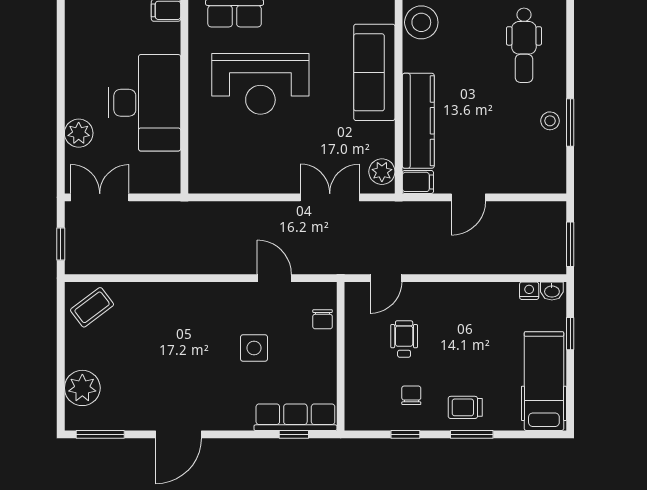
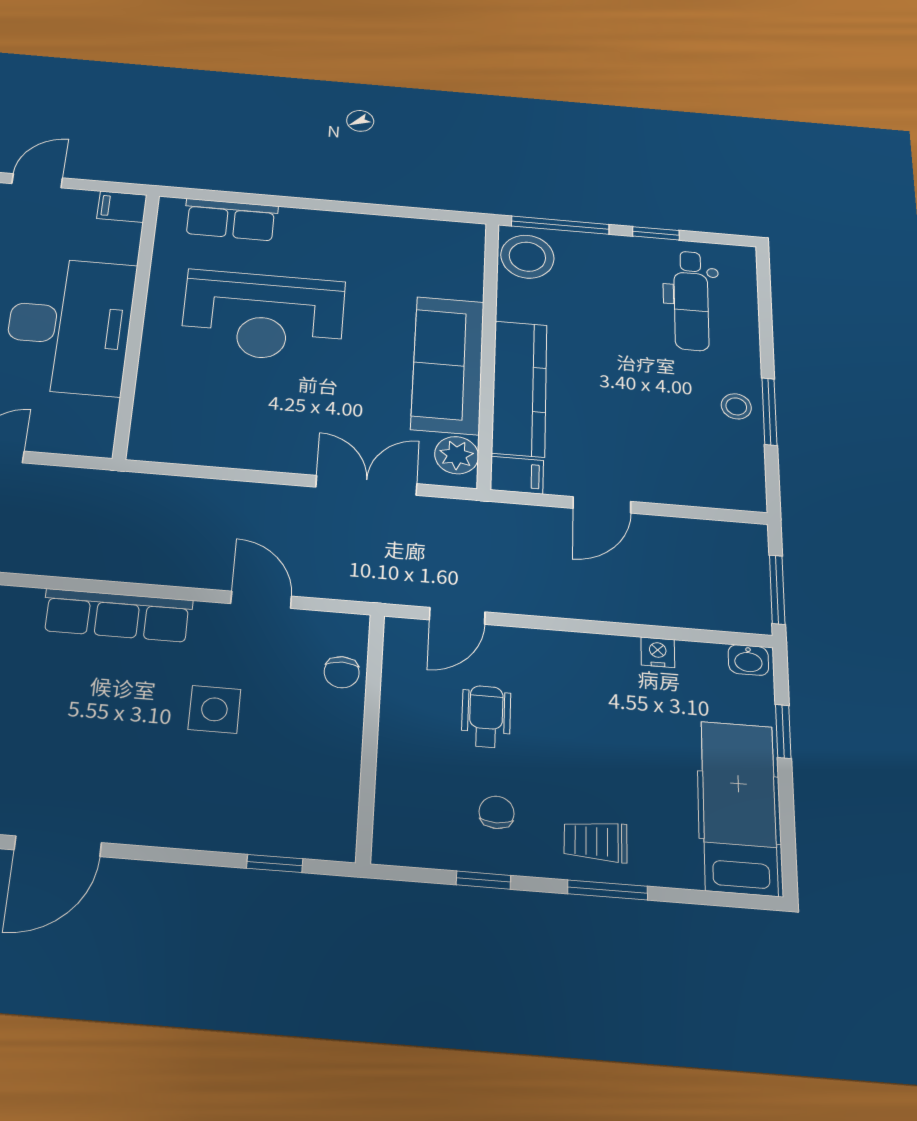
sofa: (374, 72) -> (448, 365), moved
nightstand: (529, 291) -> (658, 652), moved
row of seats: (295, 417) -> (117, 615), moved, turned 180

